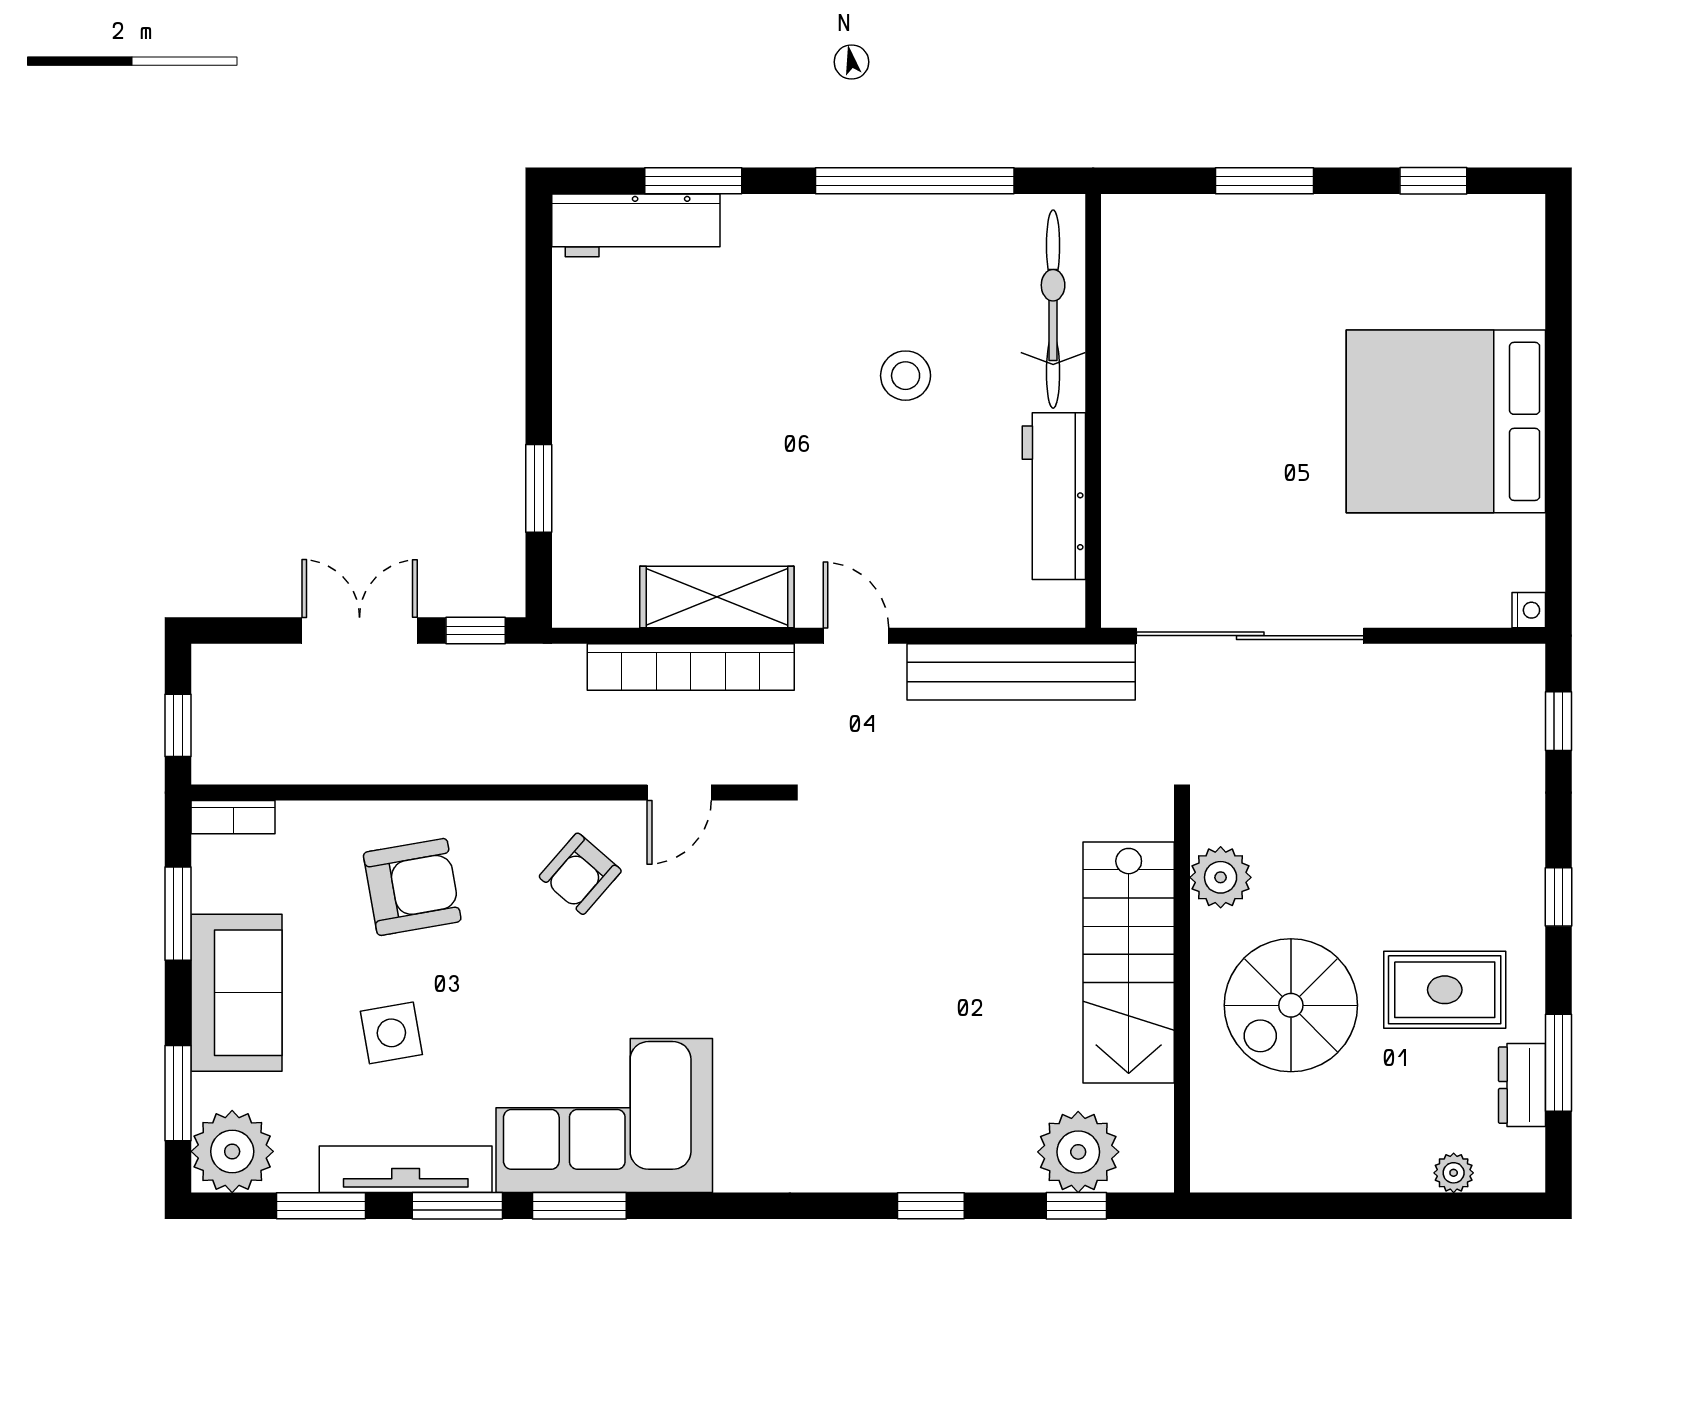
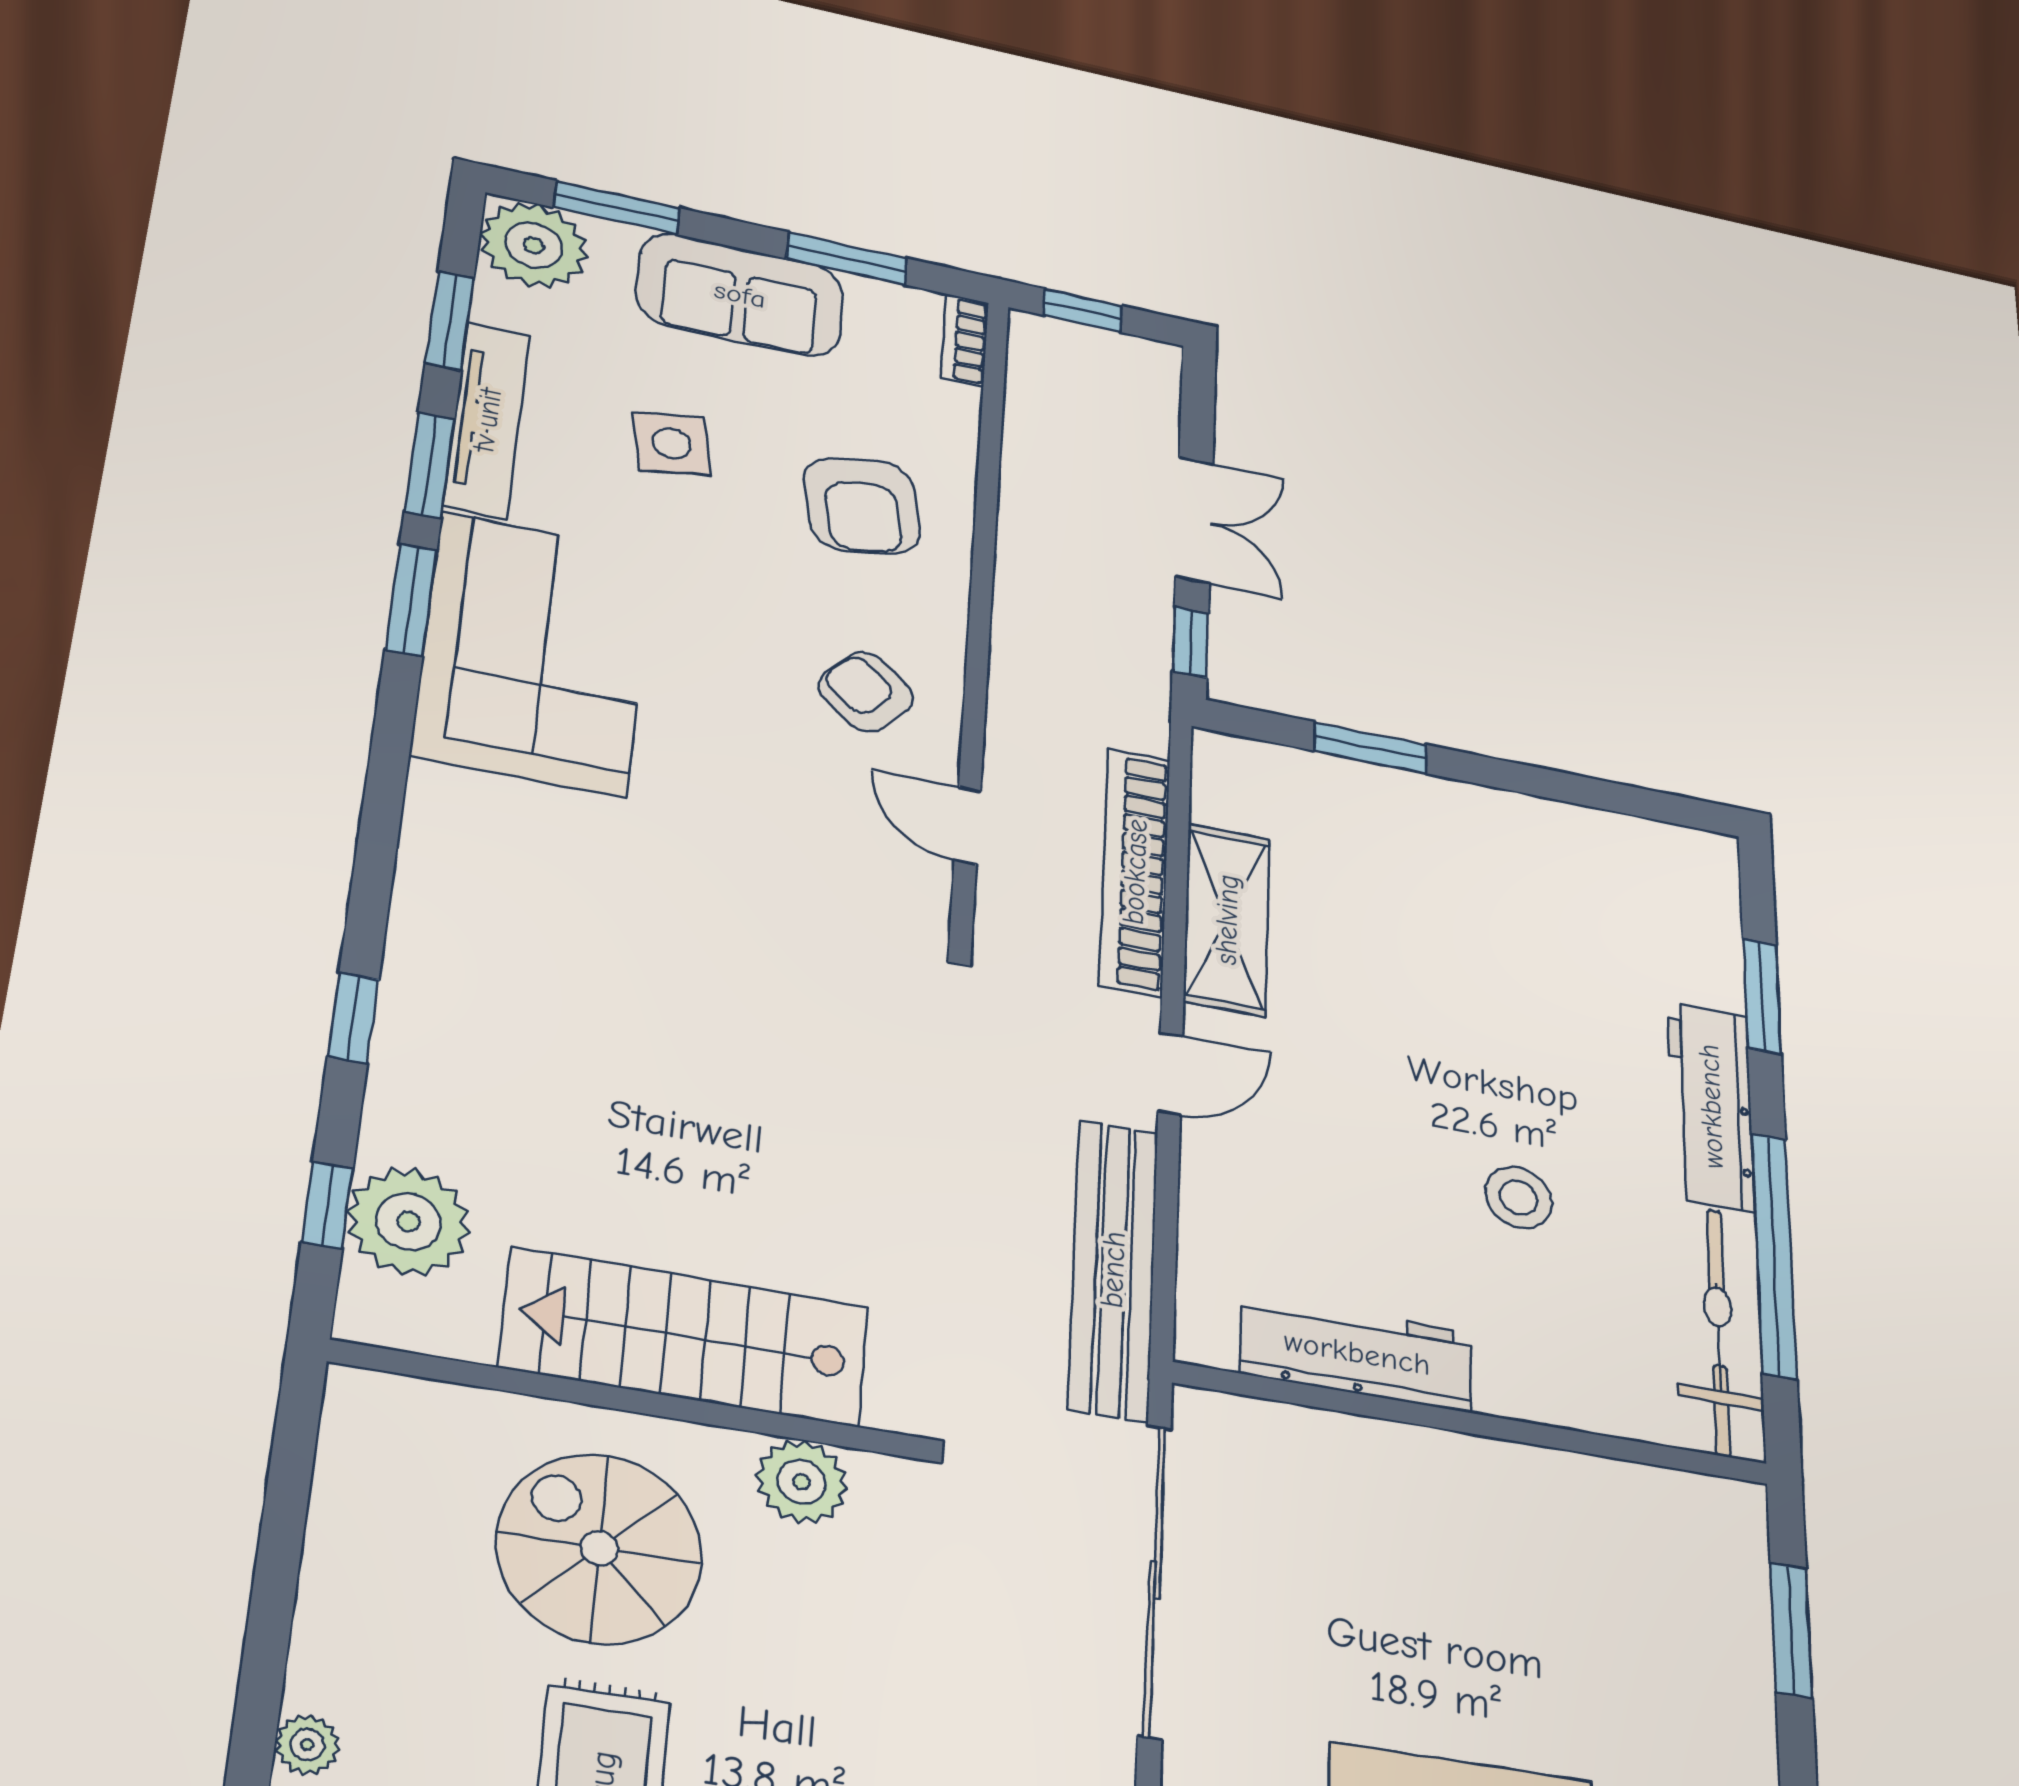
window: (1265, 181) -> (1791, 1630), moved
workbench: (636, 225) -> (1711, 1106), moved
bicycle: (1053, 309) -> (1719, 1332), moved, turned -90

